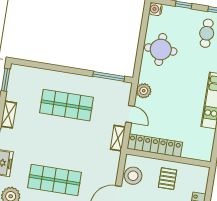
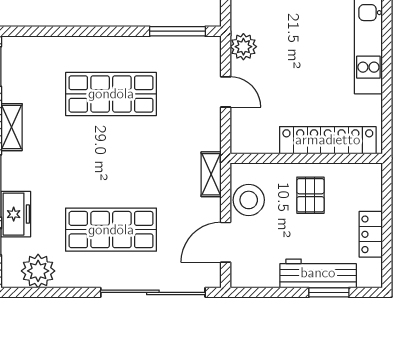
shelving: (118, 138) -> (211, 174), moved
locker: (155, 145) -> (328, 140), moved

